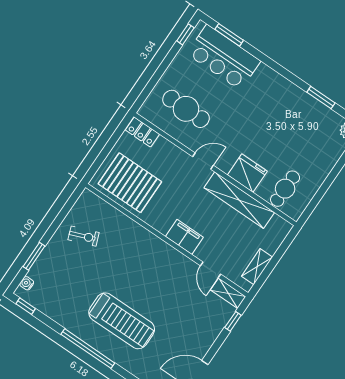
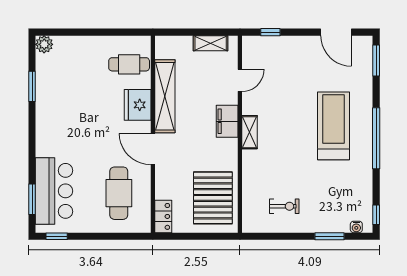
door: (203, 161) -> (153, 149), width x1.38
exercise bike: (84, 236) -> (284, 206), turned 111
shelving: (228, 293) -> (249, 132), moved

